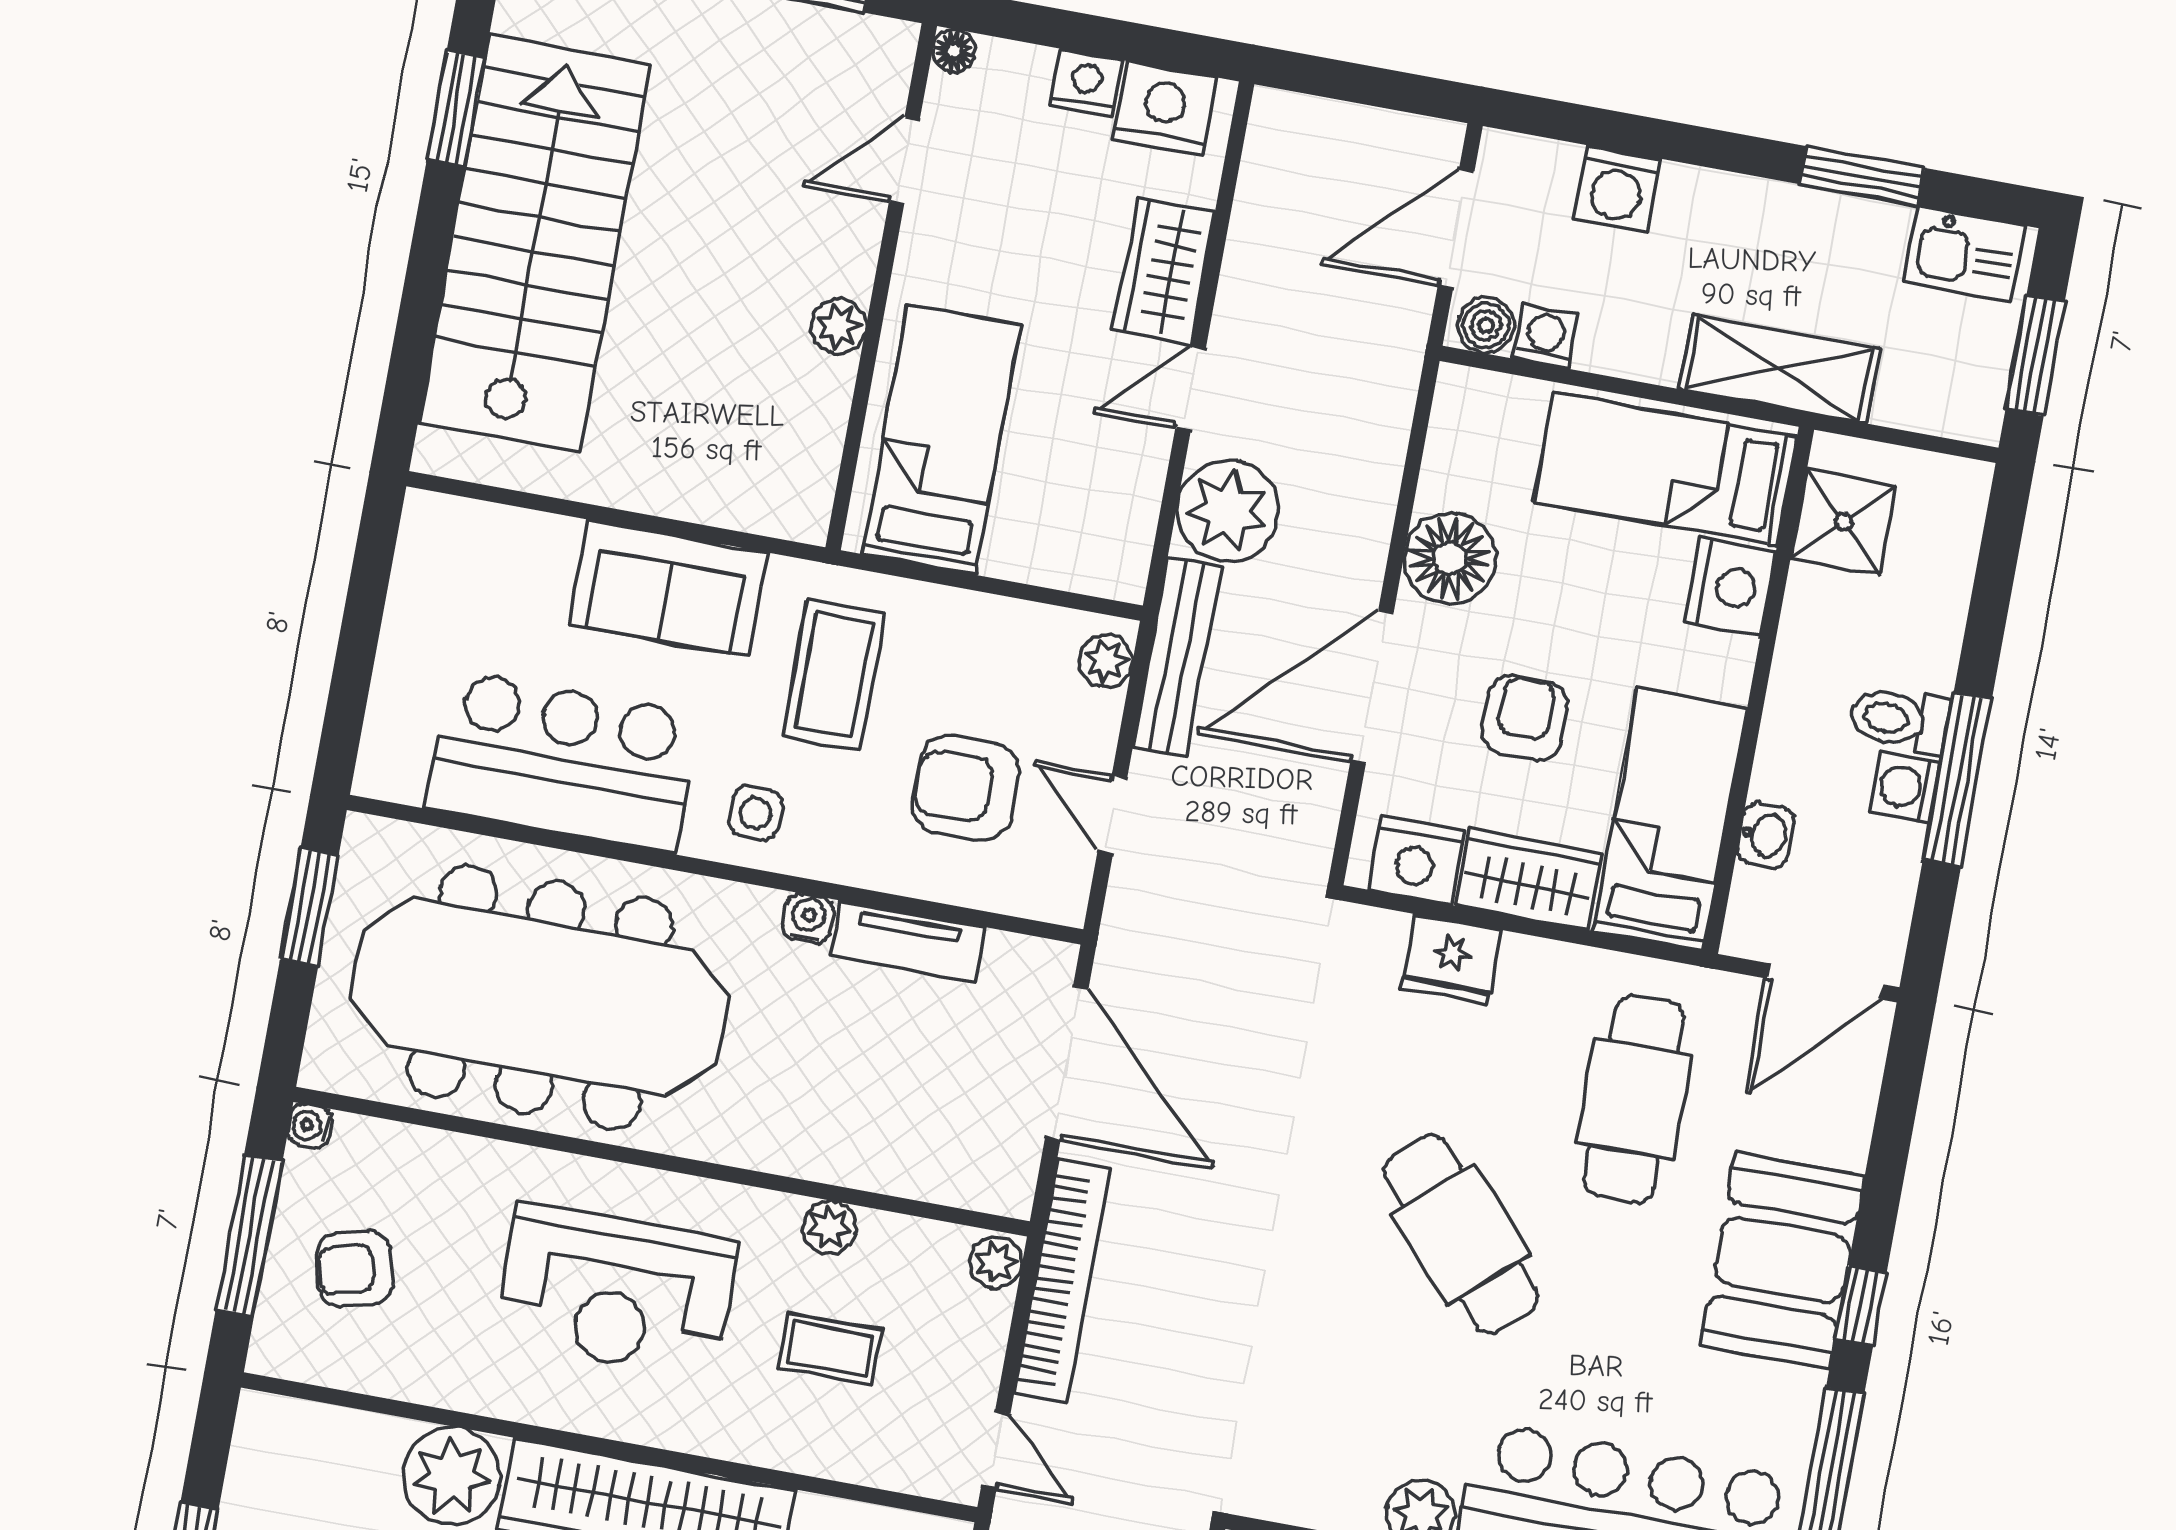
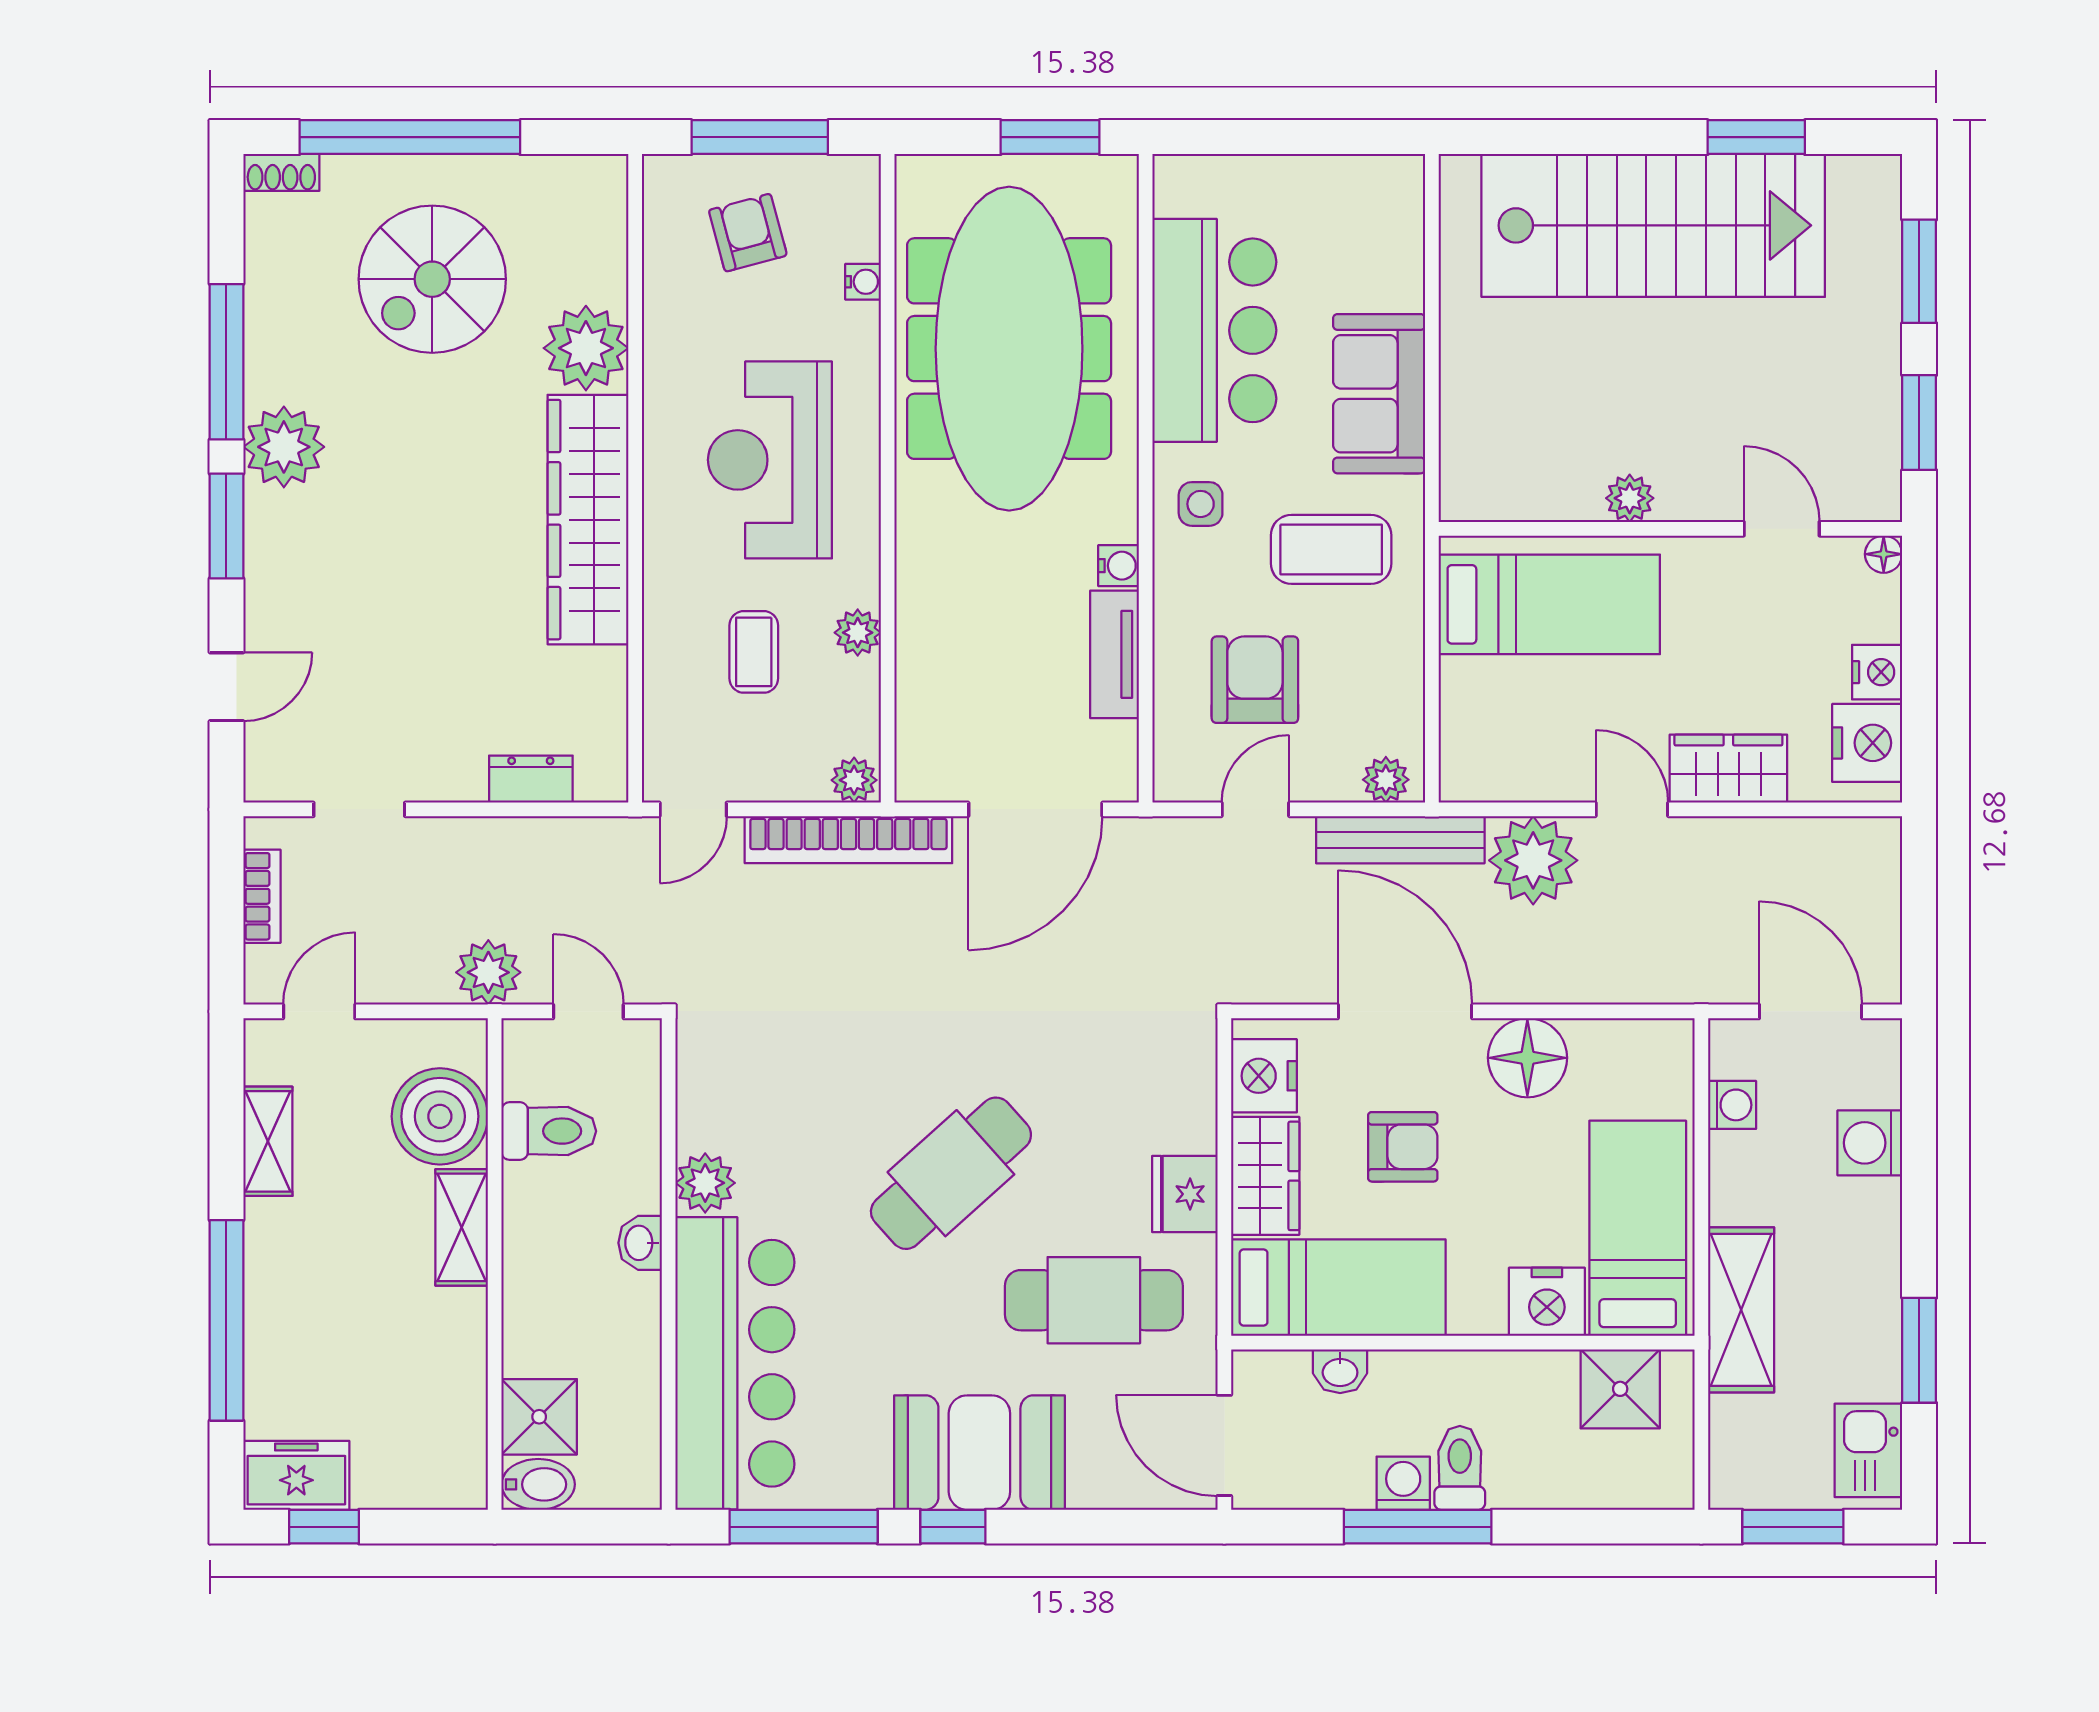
boiler: (1486, 326) -> (1732, 1052), removed
fridge: (1451, 959) -> (1185, 1194), moved
water cooler: (310, 1126) -> (863, 282), moved, turned 90

